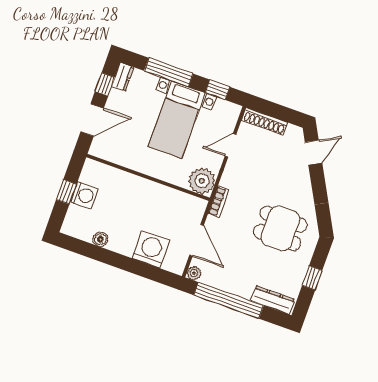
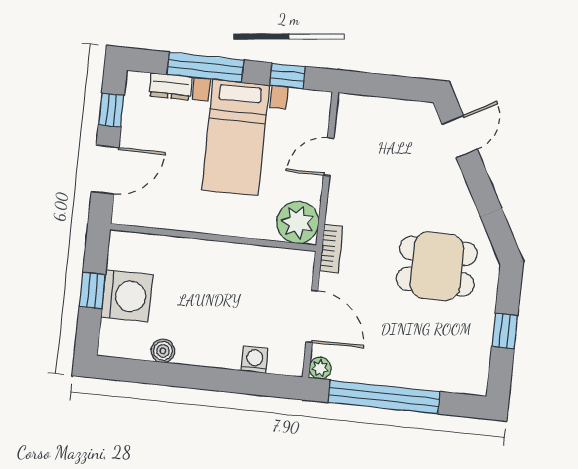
dresser: (123, 77) -> (171, 86), moved, turned 90
shoe rack: (265, 121) -> (372, 107), removed
washing machine: (84, 195) -> (127, 296), width x1.37, depth x1.37
washing machine: (151, 249) -> (255, 360), width x0.53, depth x0.53
dresser: (273, 300) -> (452, 380), removed

